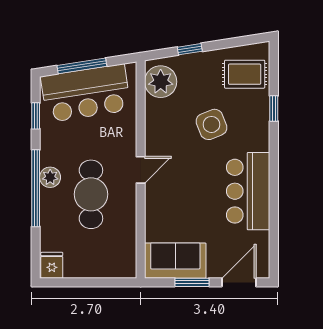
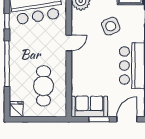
door: (141, 170) -> (69, 43), moved
plant: (50, 177) -> (15, 57), removed
cafe table: (91, 194) -> (44, 86), moved

